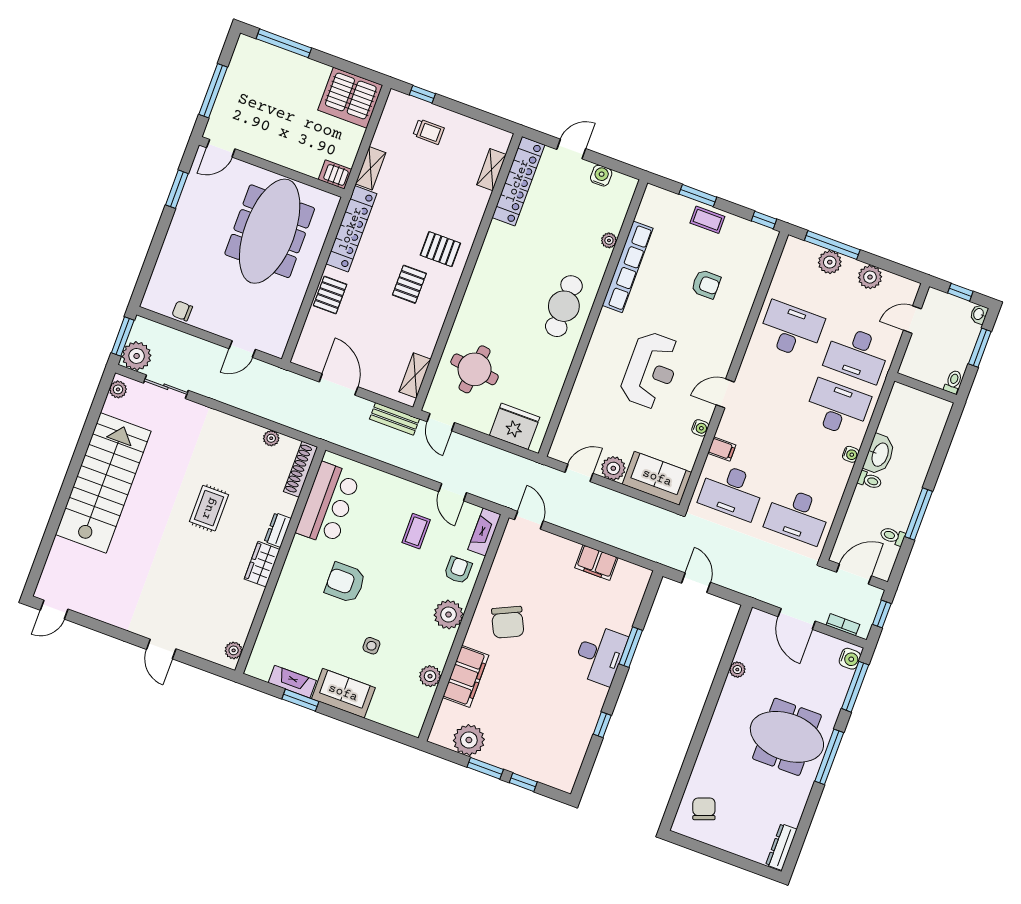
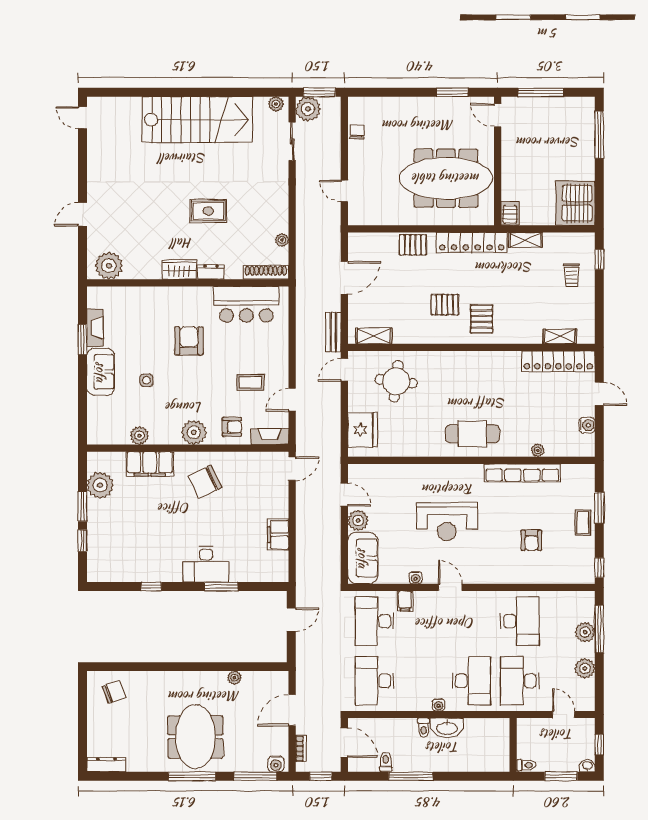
plant: (234, 650) -> (109, 266), width x1.87, depth x1.87

